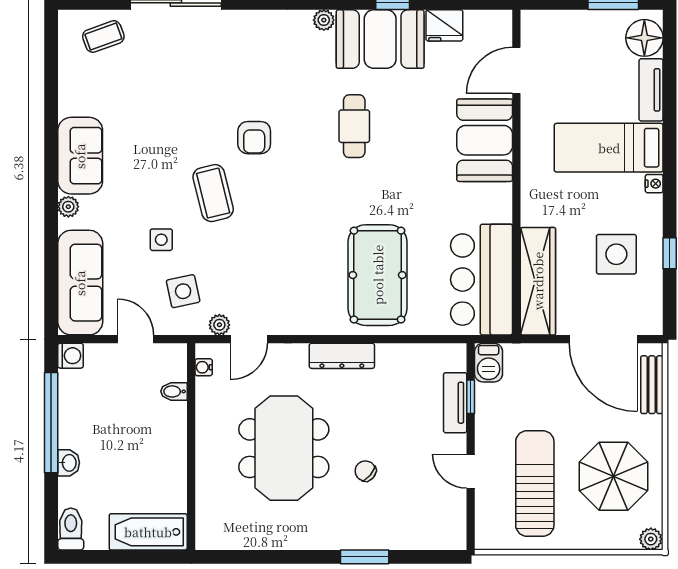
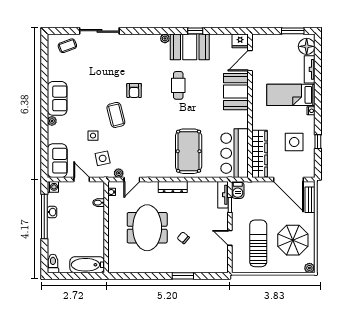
fridge: (444, 25) -> (240, 41), moved
sofa: (80, 283) -> (57, 161), width x0.73
tv unit: (455, 403) -> (223, 195), moved
washbasin: (69, 463) -> (52, 212), moved

